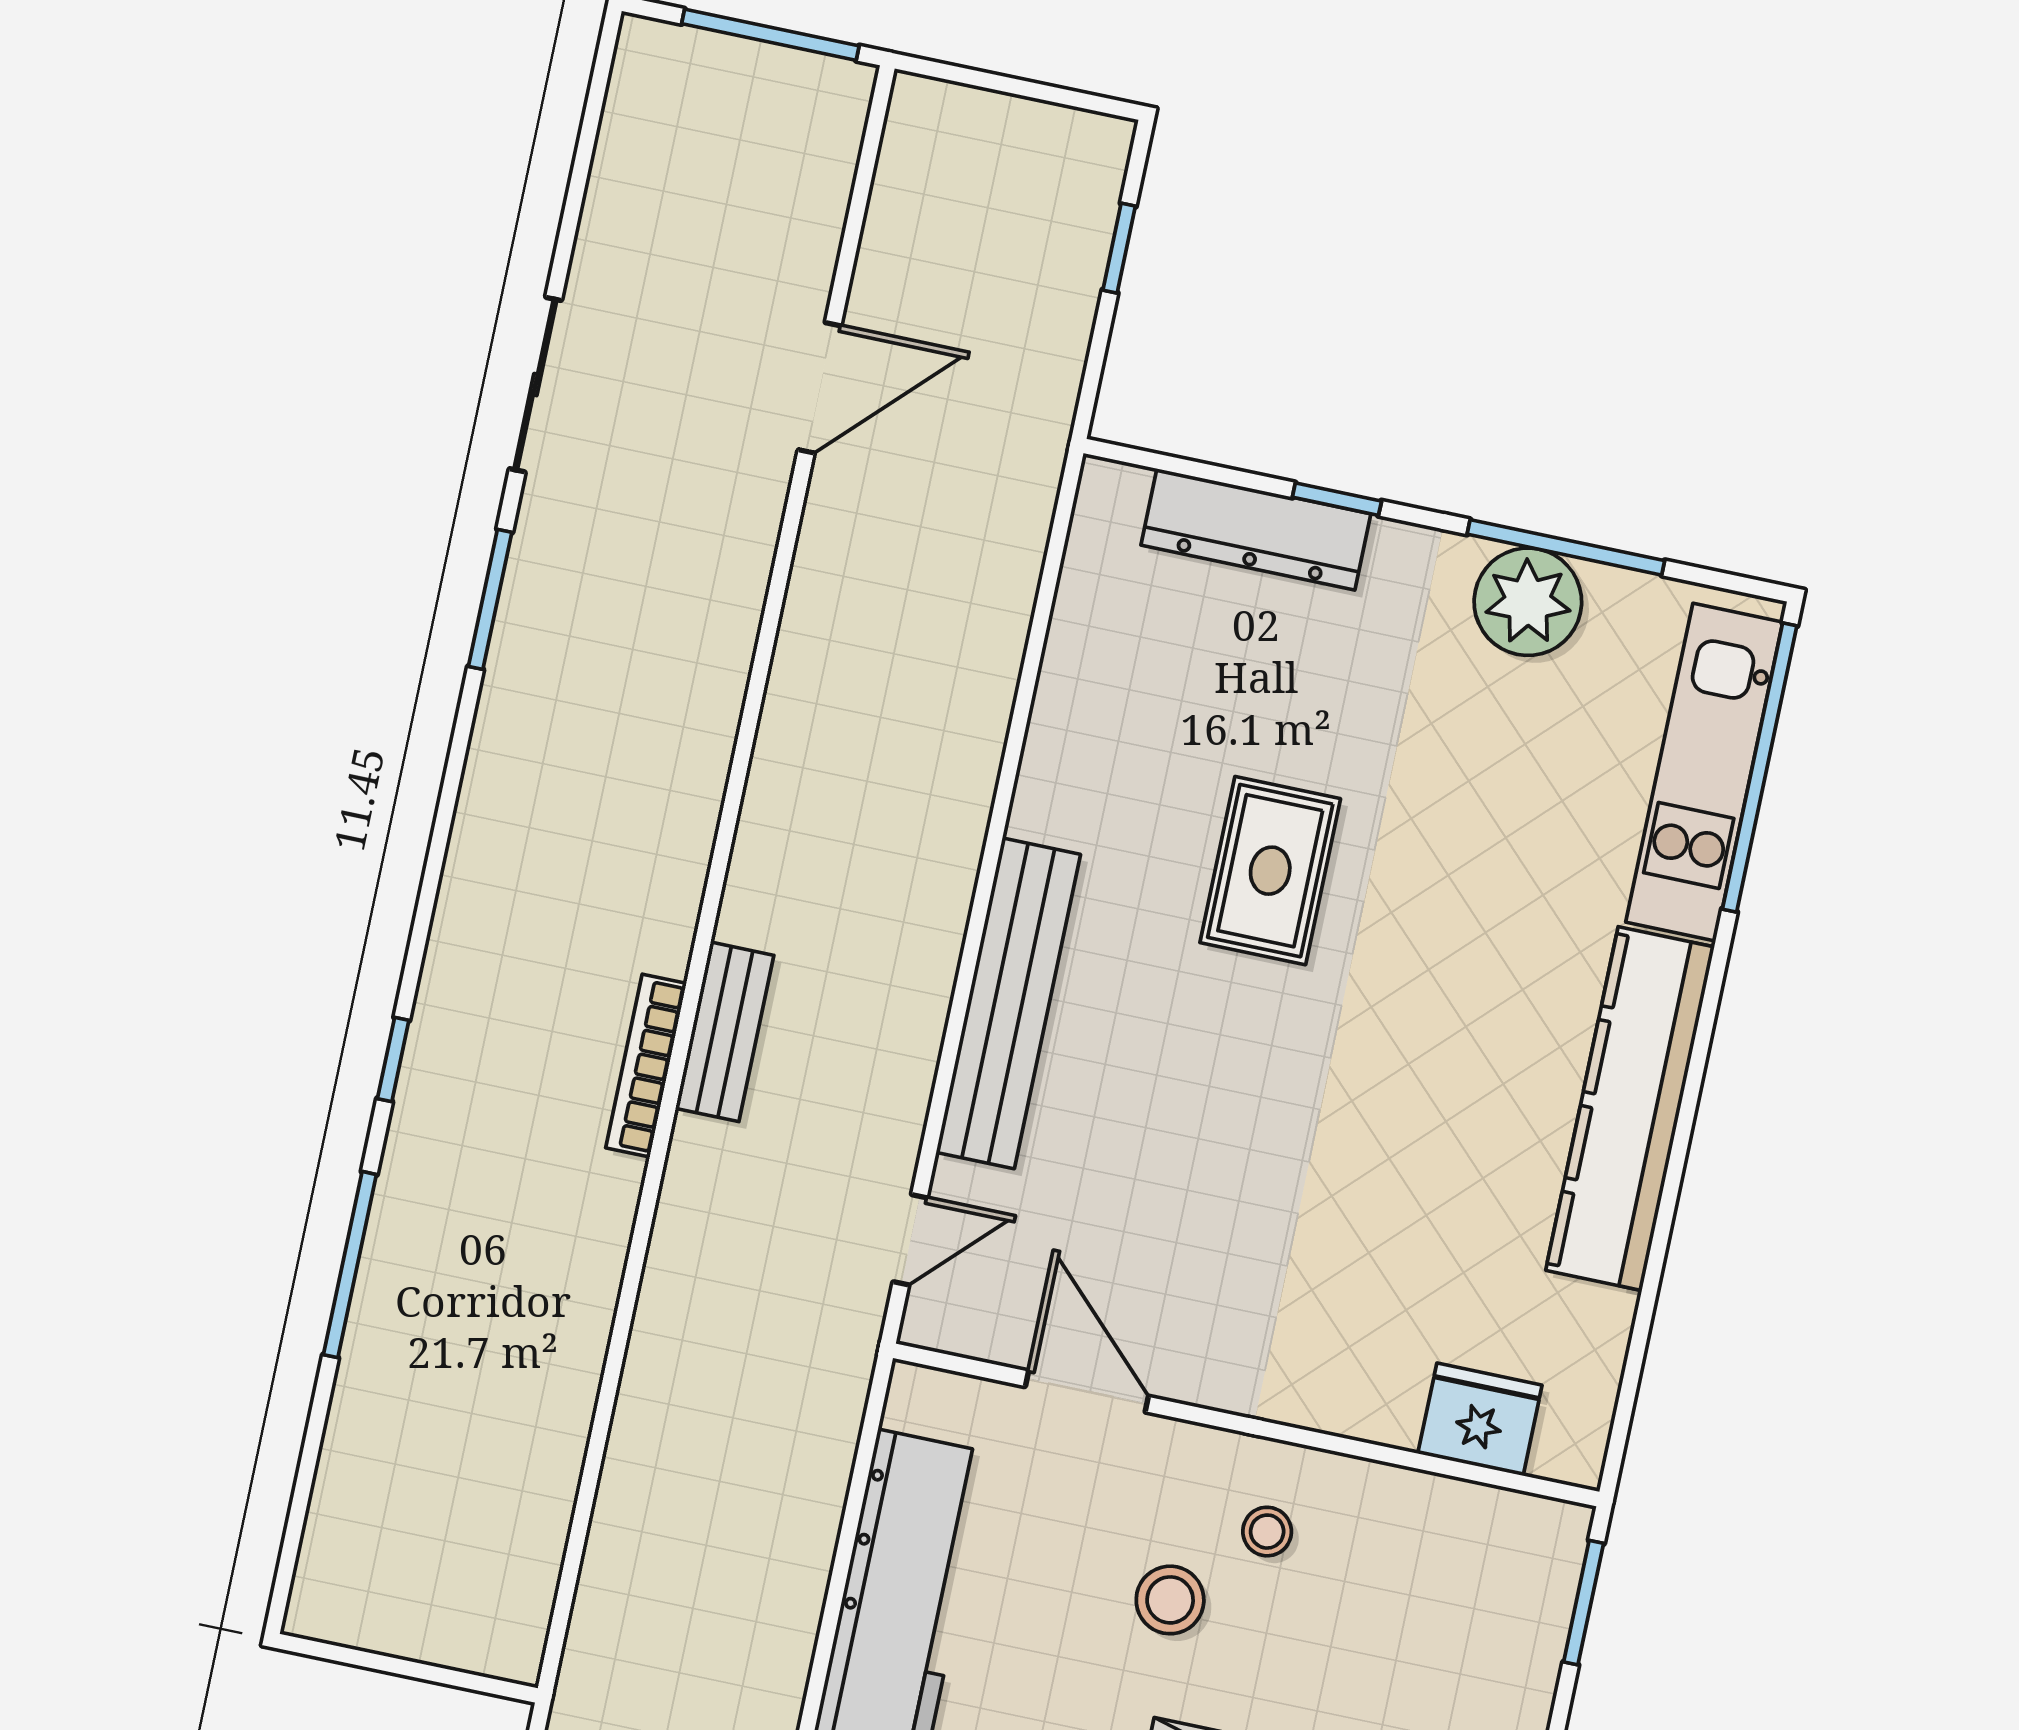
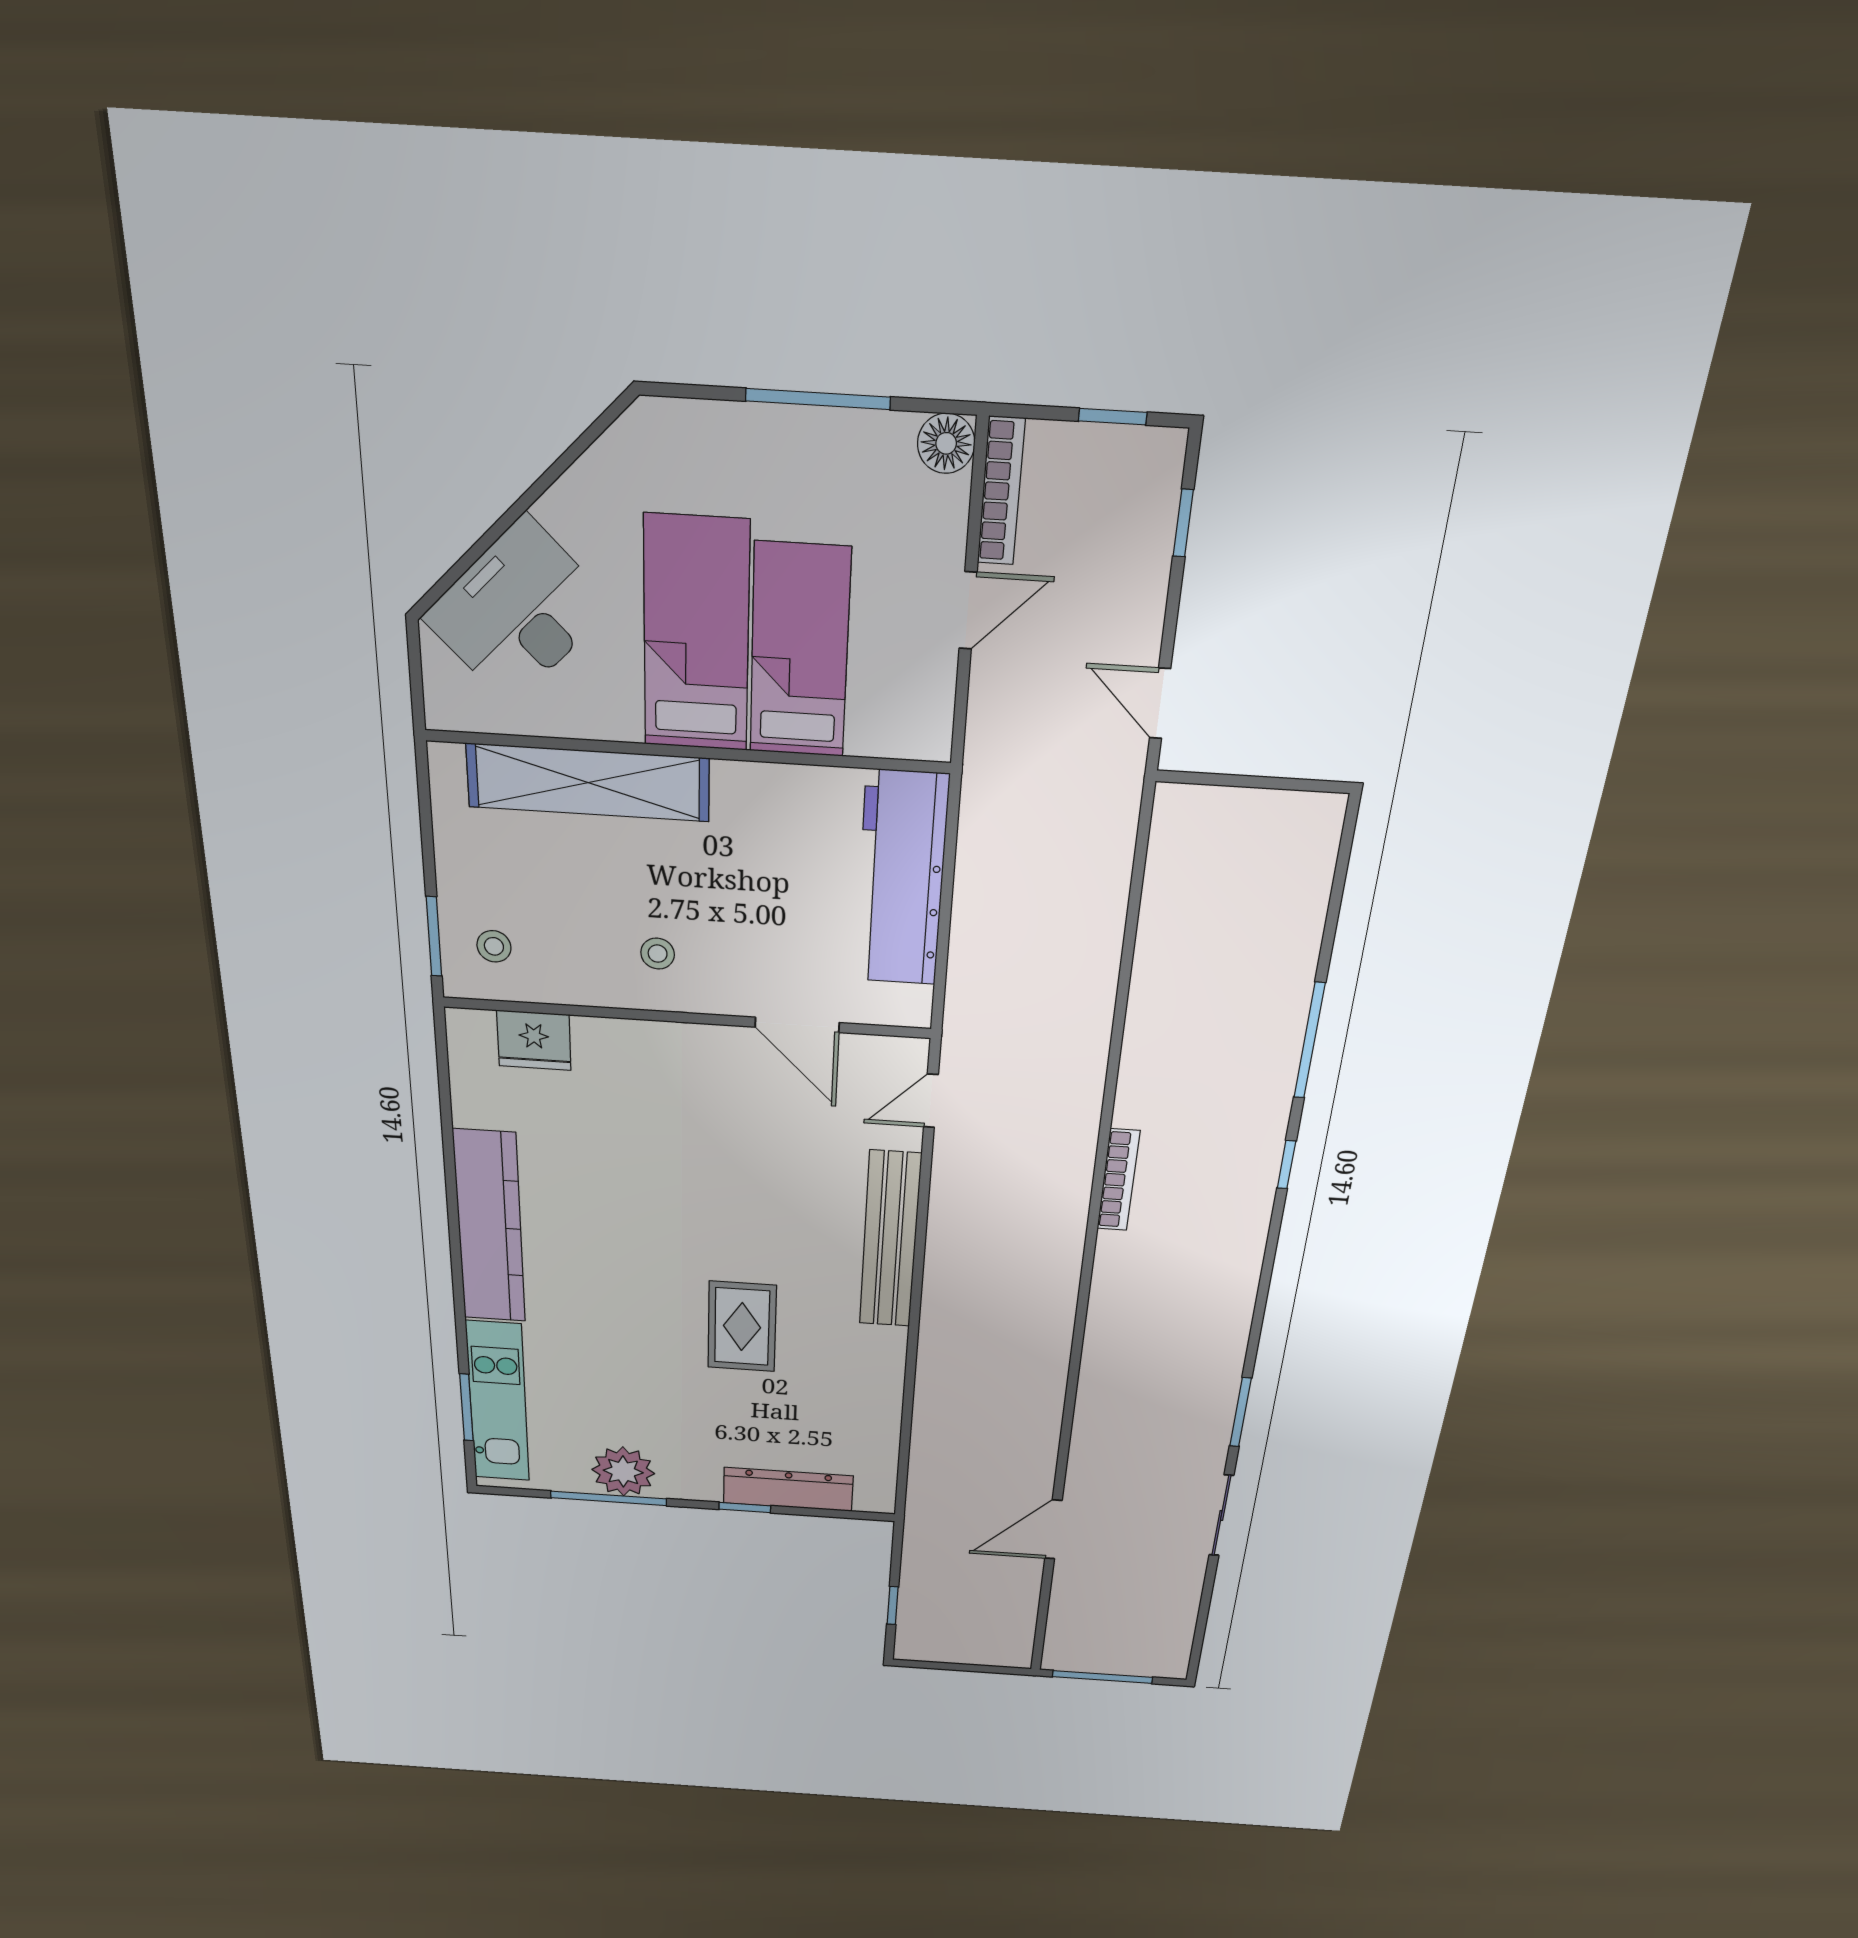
window: (1760, 767) -> (466, 1407), width x0.47
bench: (725, 1032) -> (1069, 1204), removed
stool: (1170, 1600) -> (494, 946), moved, width x0.73, depth x0.73

